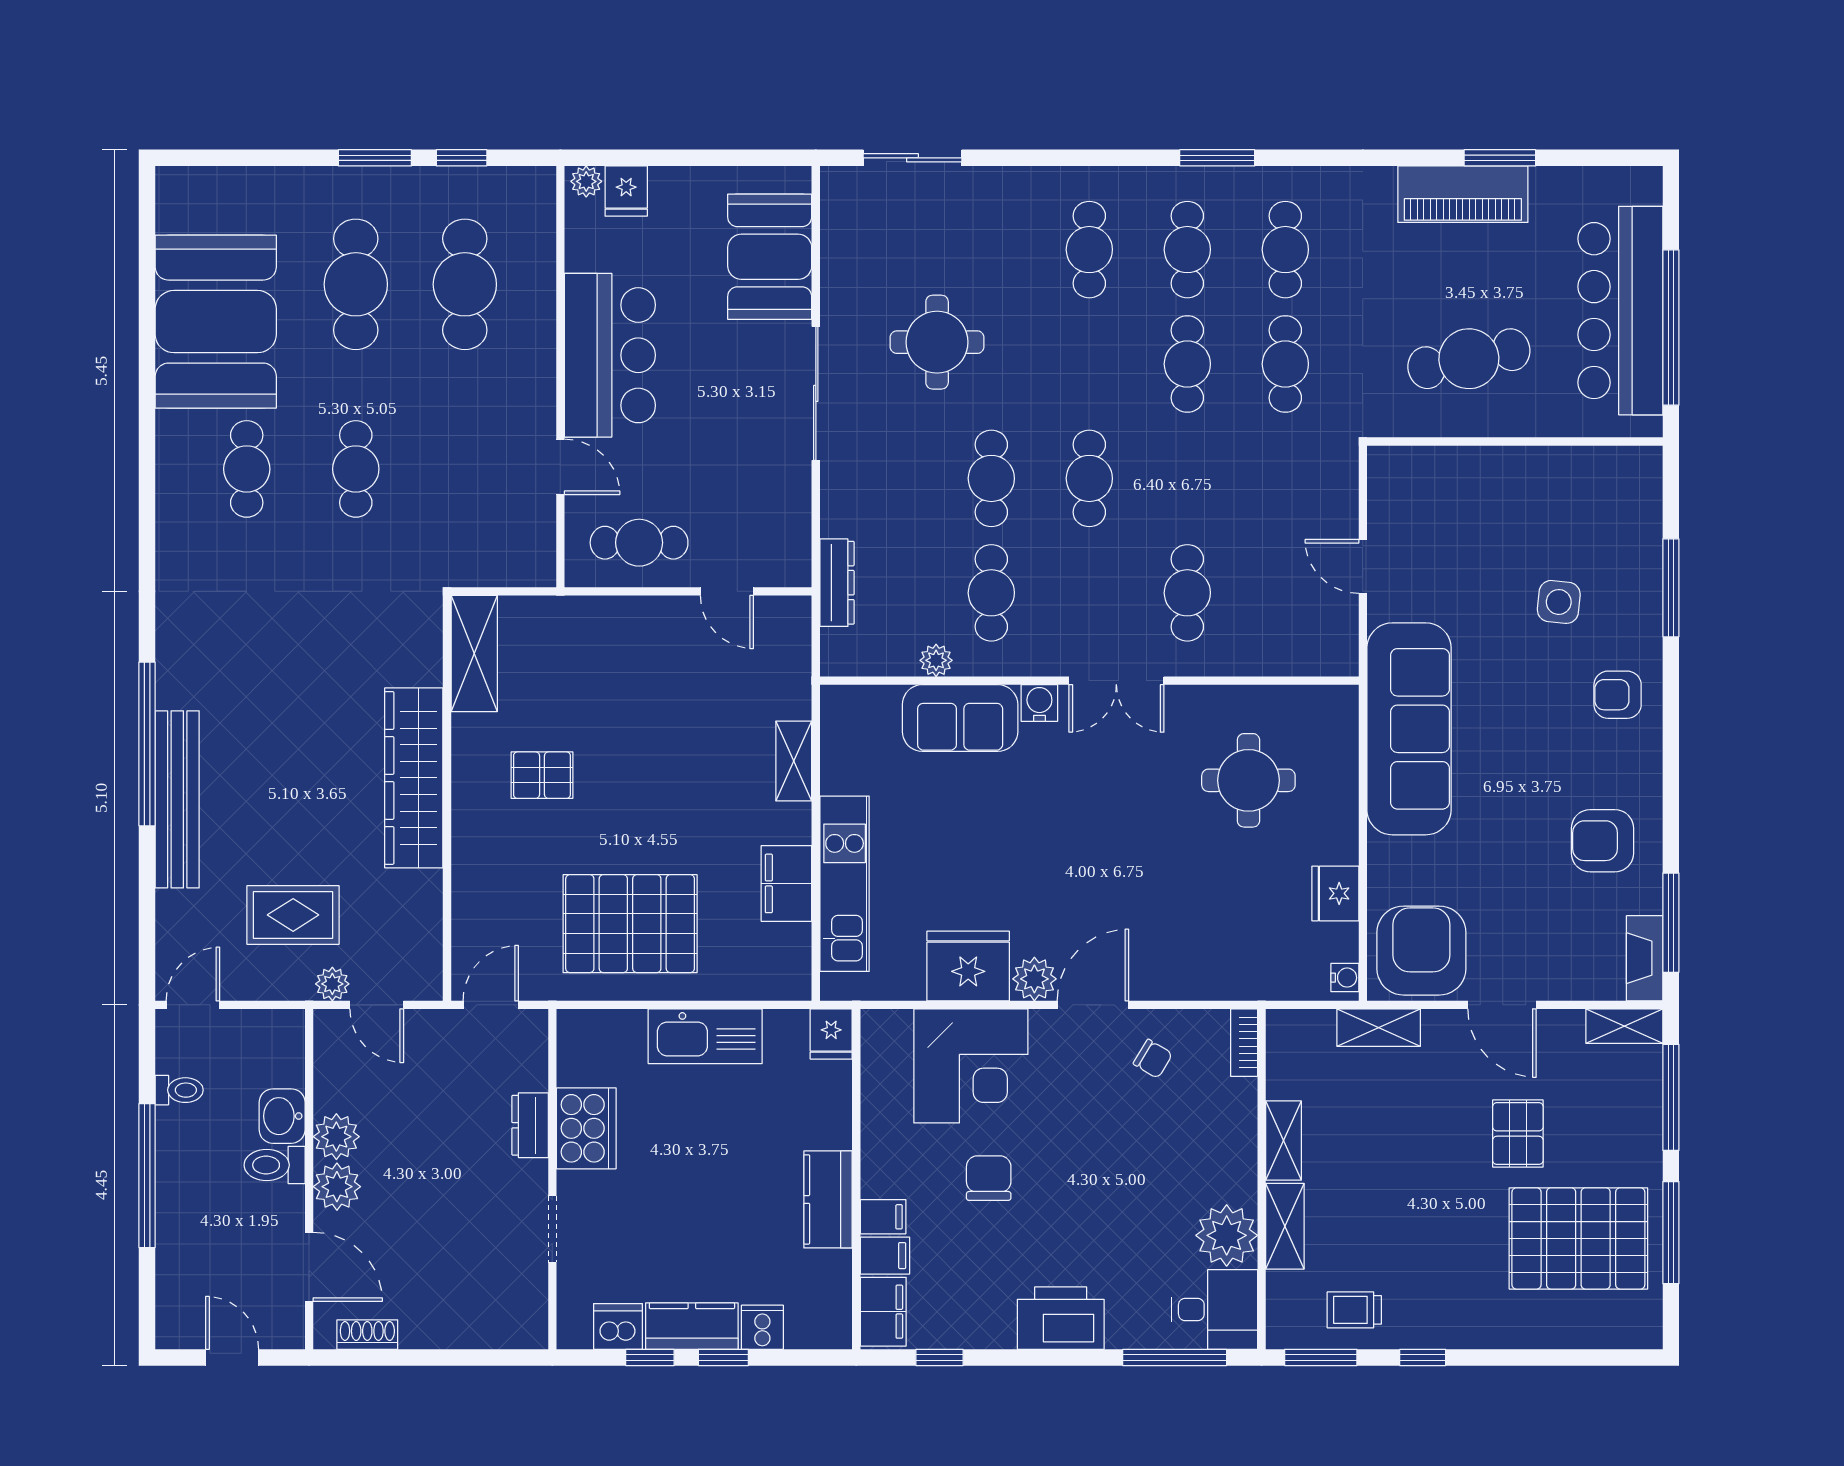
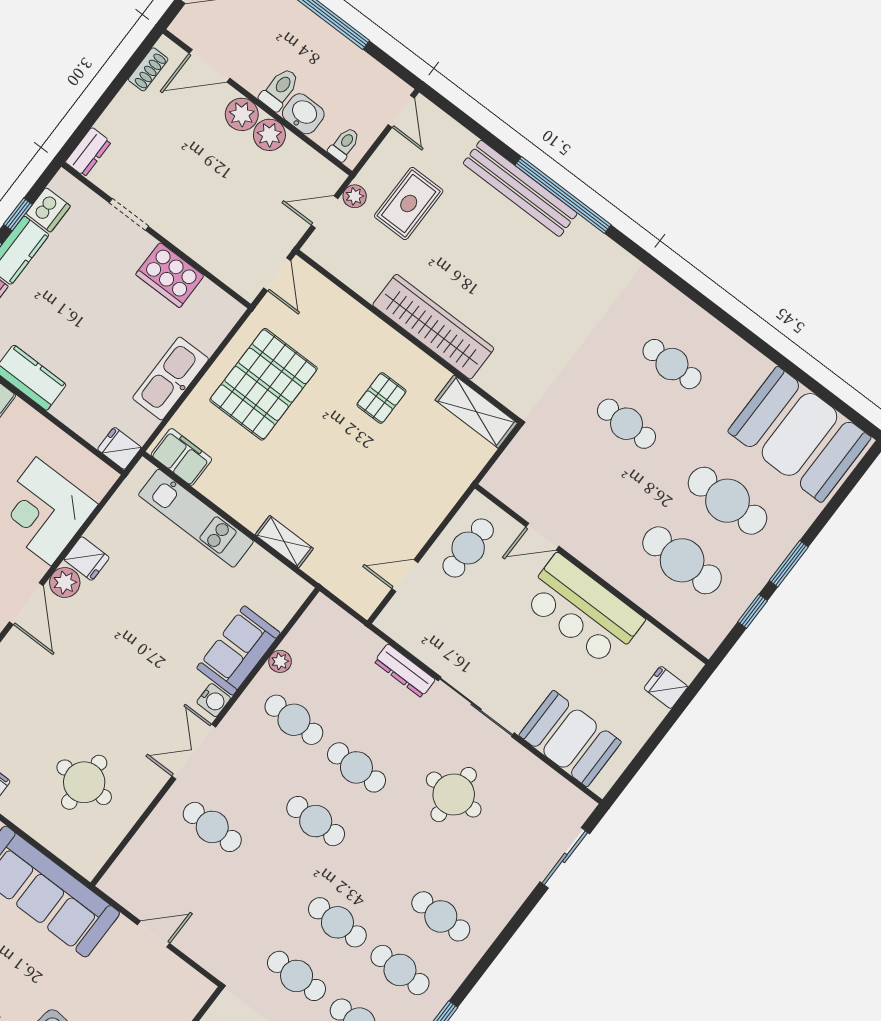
plant: (586, 181) -> (688, 670), removed
booth: (216, 322) -> (799, 434), moved
dresser: (837, 583) -> (405, 671), moved
filing cabinet: (786, 883) -> (181, 457), moved
fridge: (968, 966) -> (87, 559), width x0.53, depth x0.75
toilet: (179, 1090) -> (344, 144), moved, turned 180
dresser: (530, 1125) -> (88, 152), moved, turned 90

